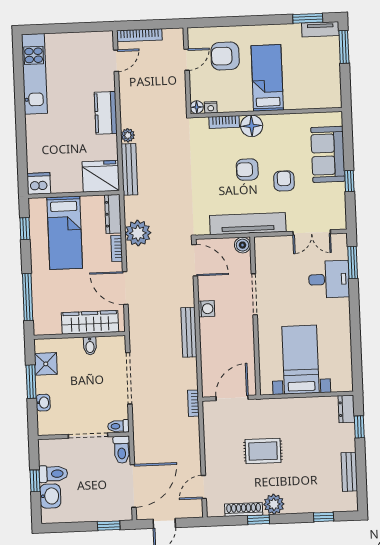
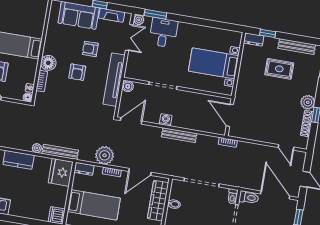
fireplace: (338, 201) -> (112, 15), added
dresser: (113, 214) -> (84, 169), width x0.70
plant: (340, 241) -> (139, 20), added
rug: (263, 451) -> (279, 69), moved, turned 90
bench: (349, 472) -> (297, 47), width x1.36

